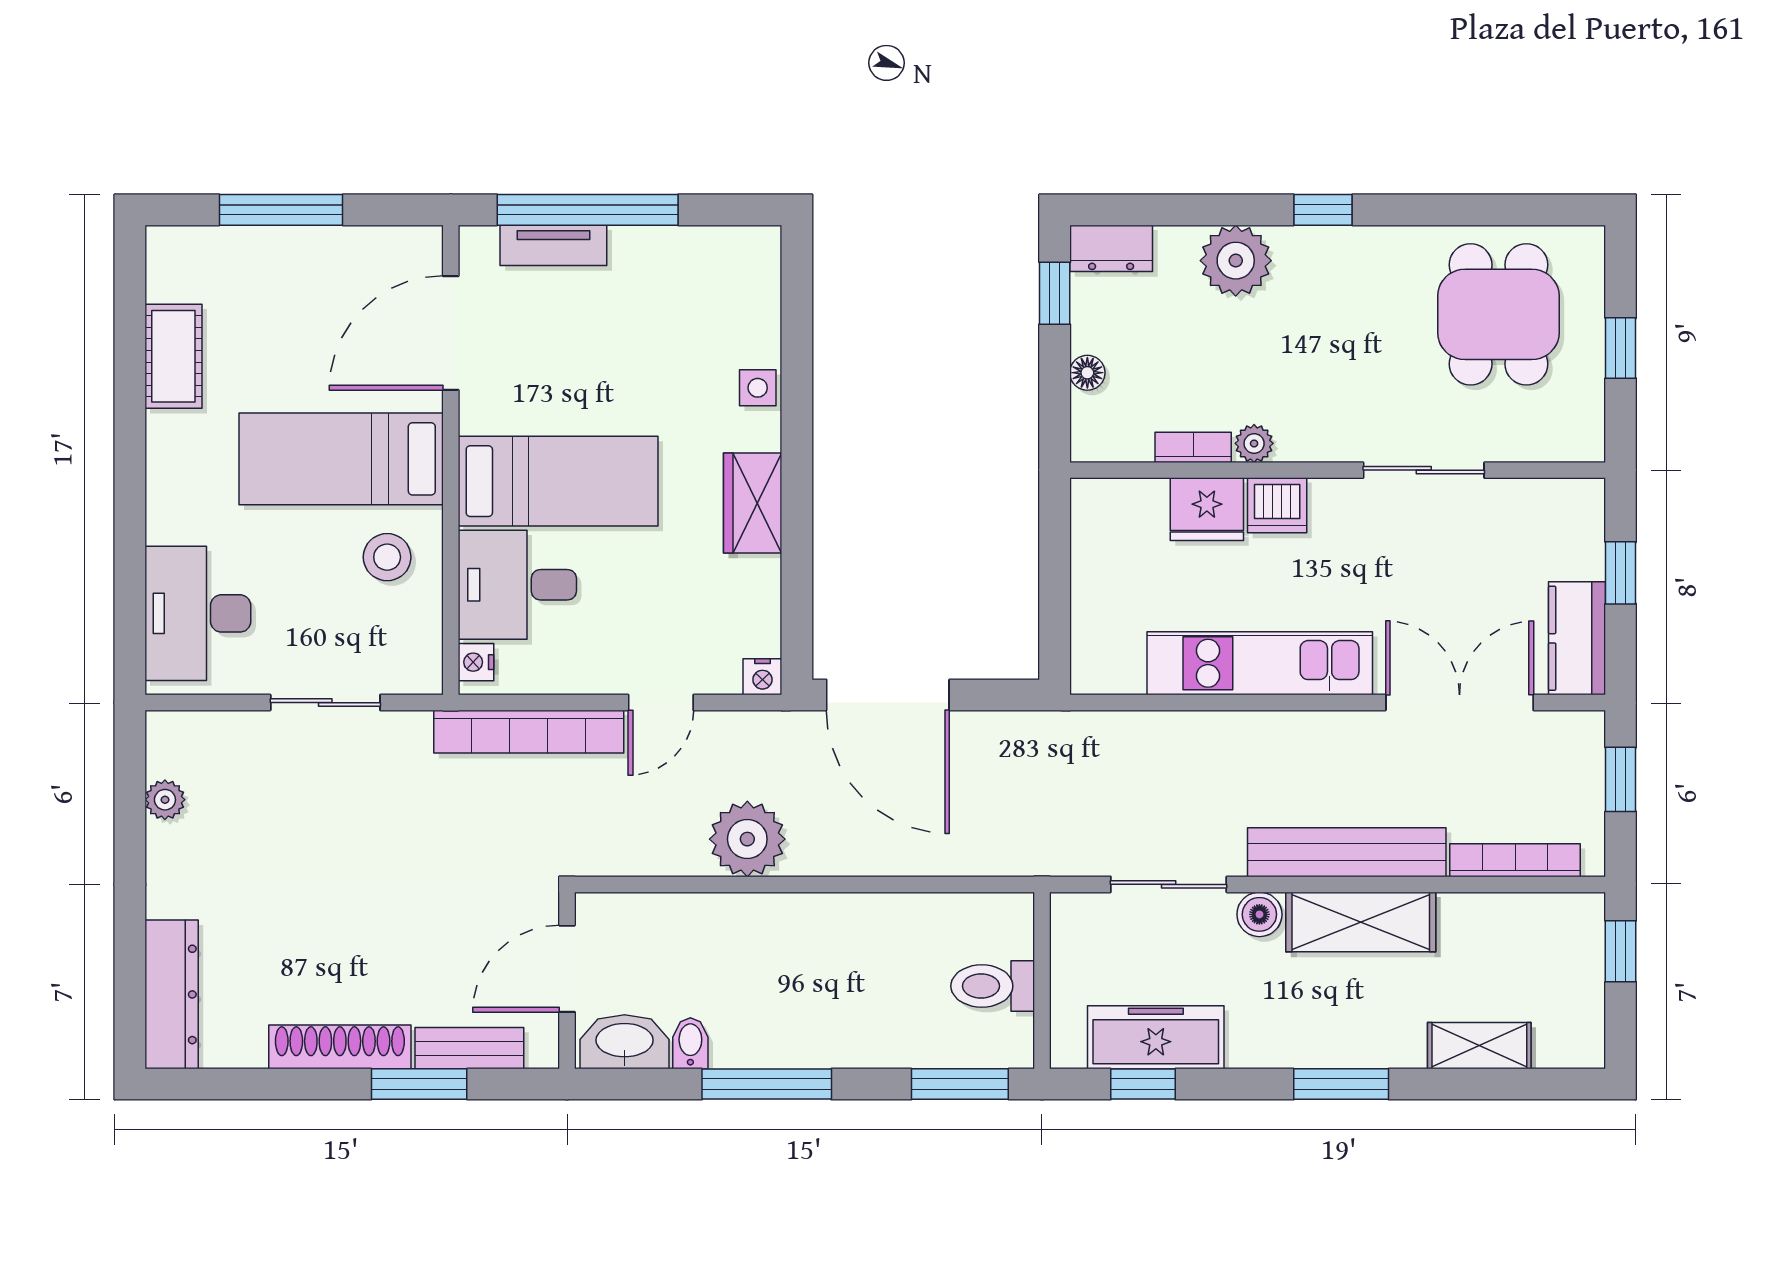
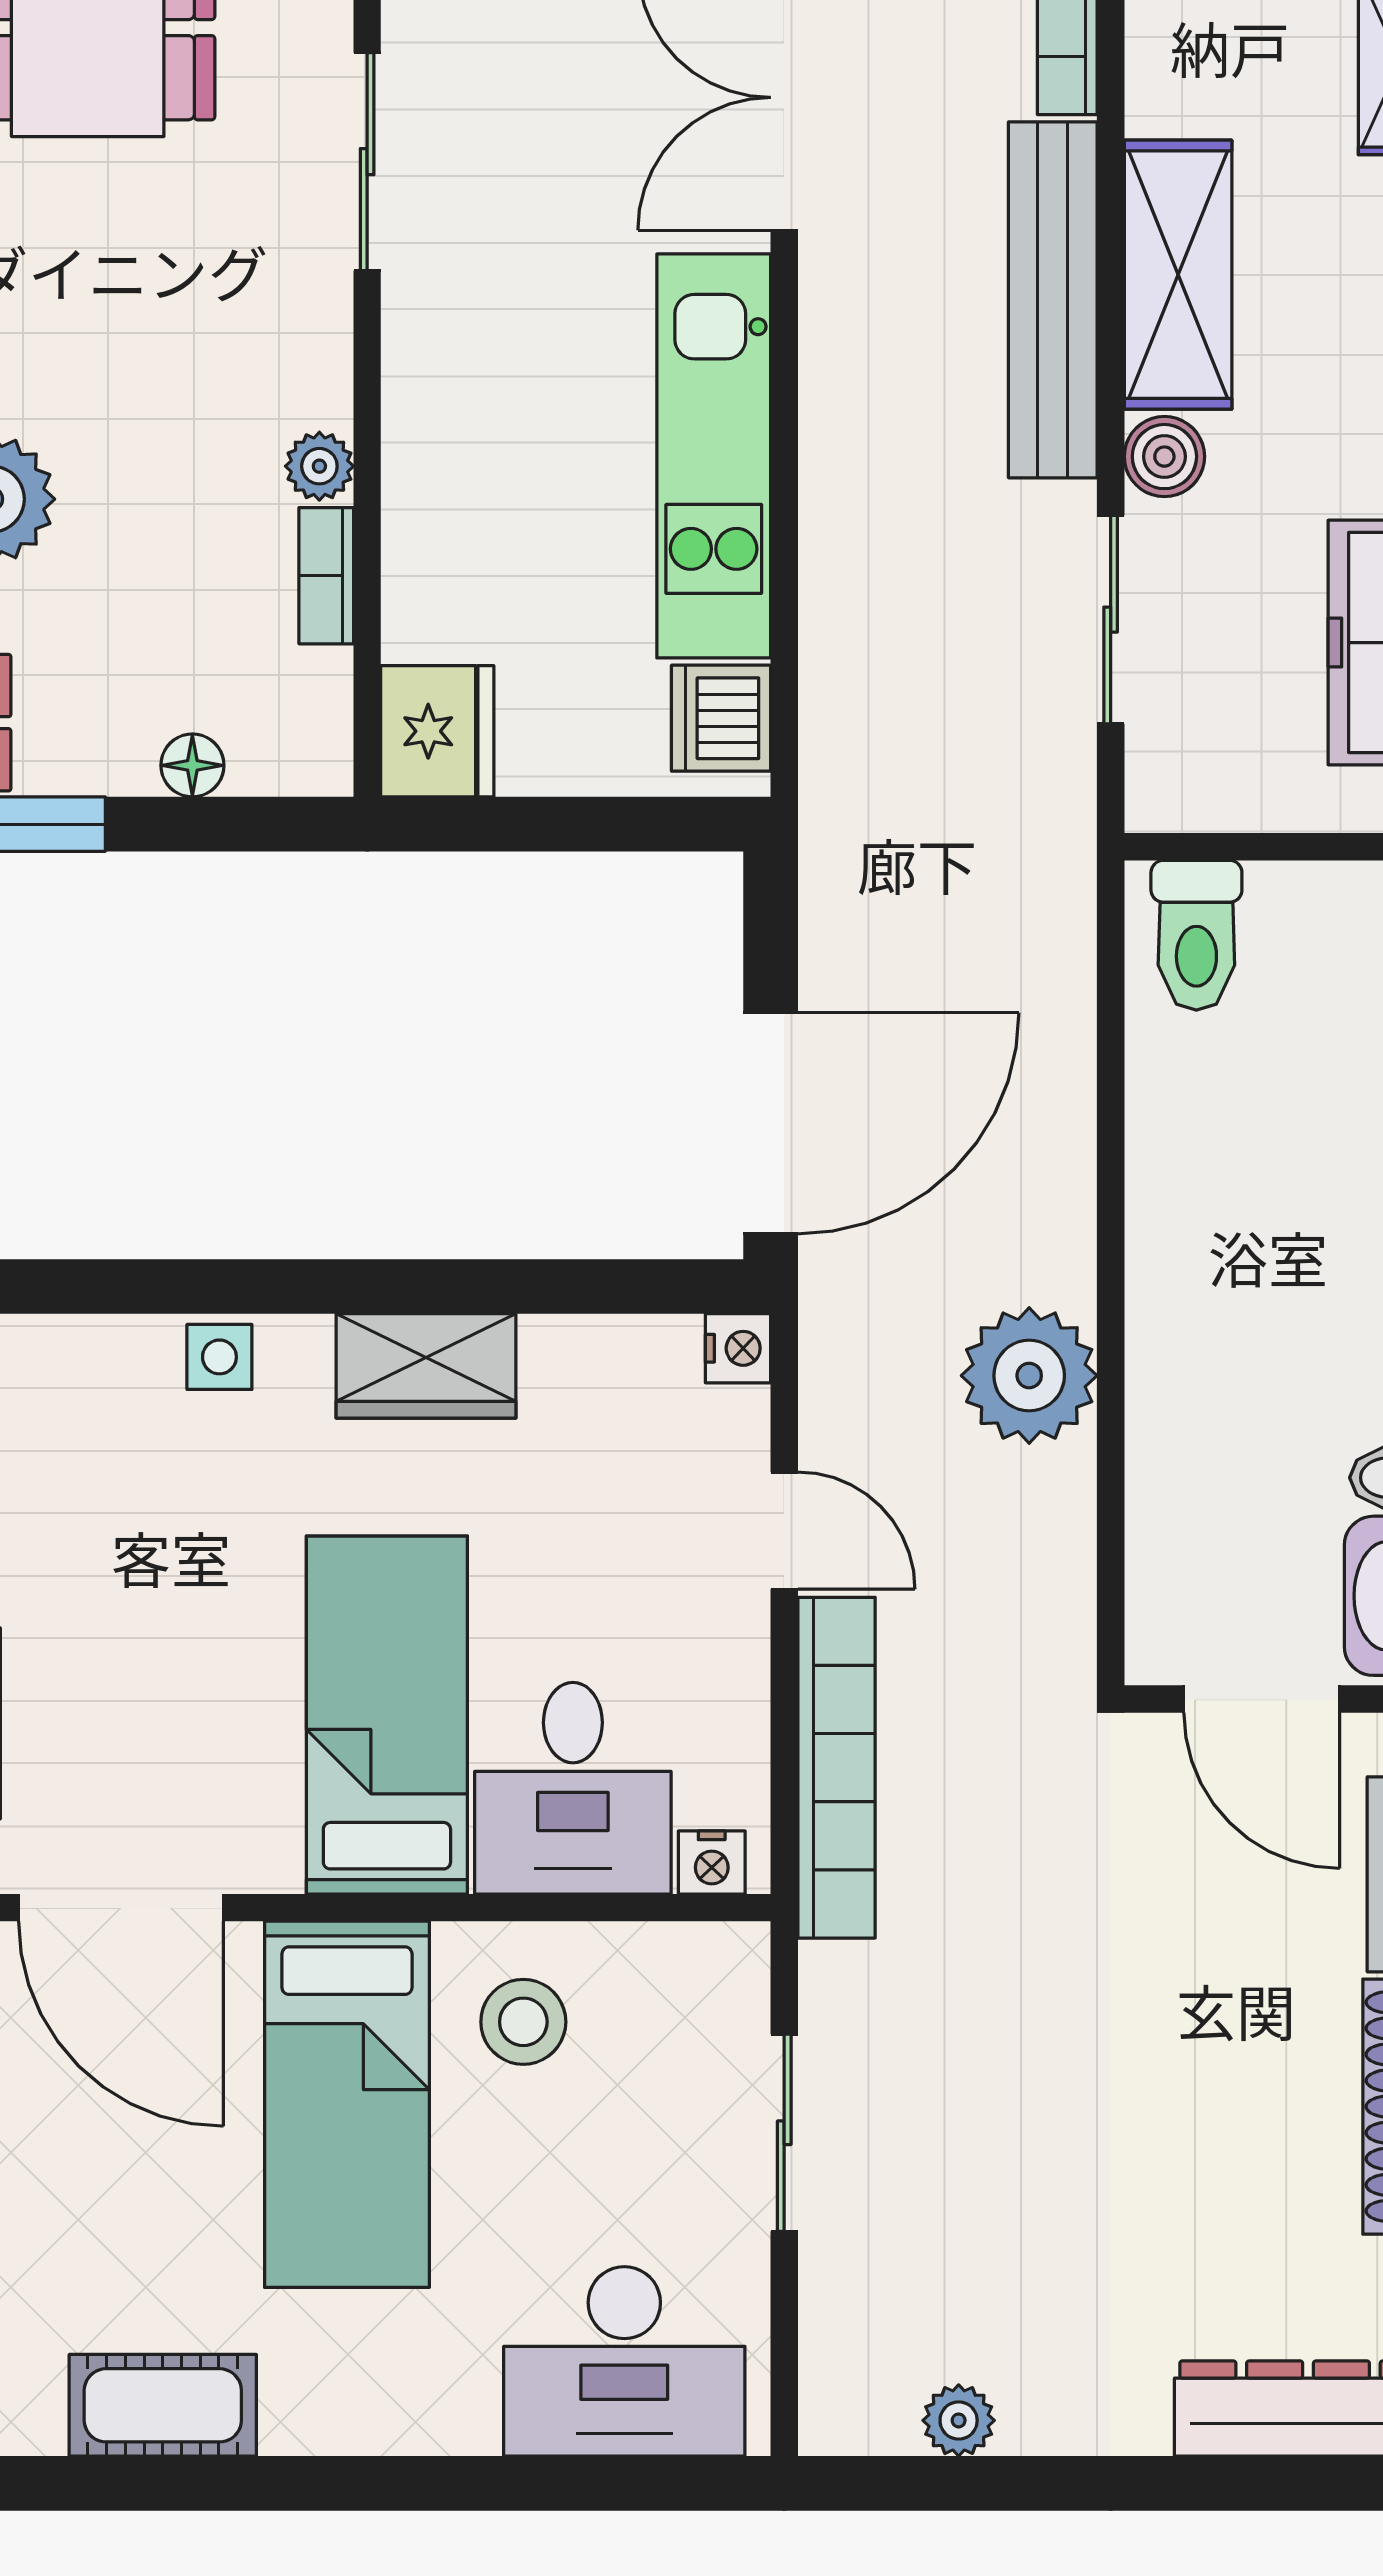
dishwasher: (1277, 505) -> (721, 718), moved, turned 180
fridge: (1207, 509) -> (437, 731), moved
toilet: (993, 986) -> (1196, 935), moved

